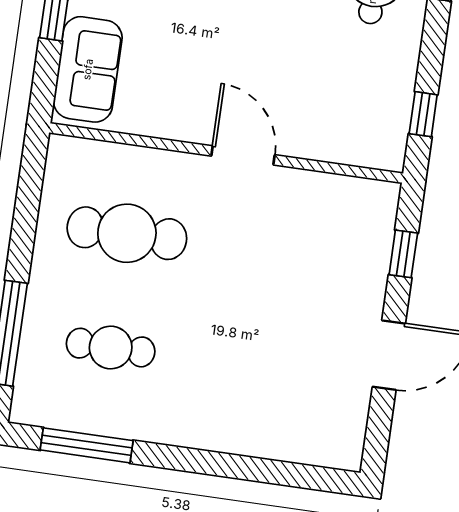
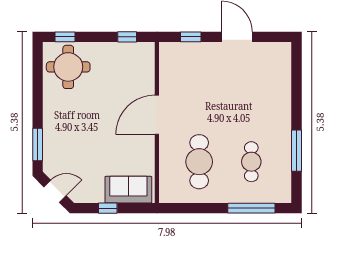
door: (243, 155) -> (157, 115), width x1.36
window: (87, 445) -> (297, 151), moved

